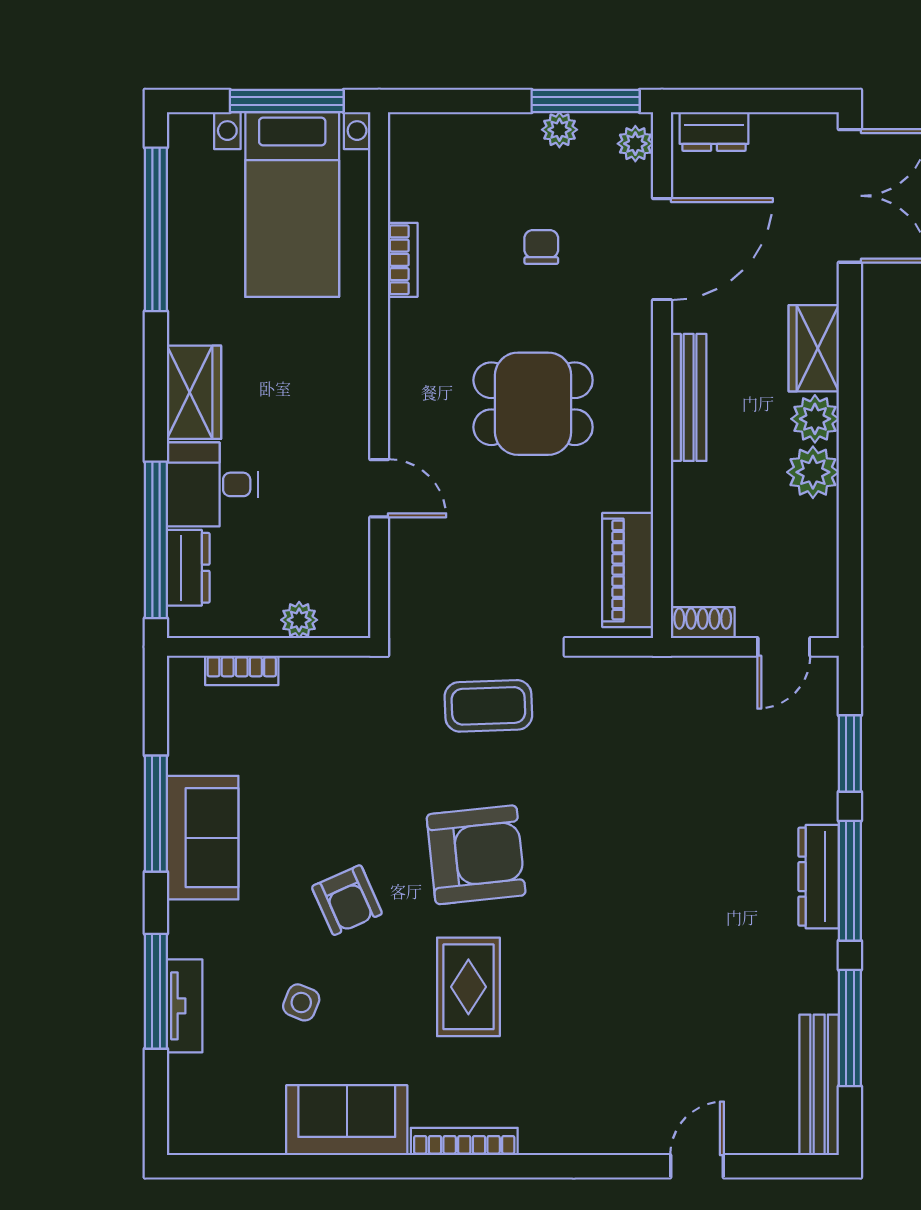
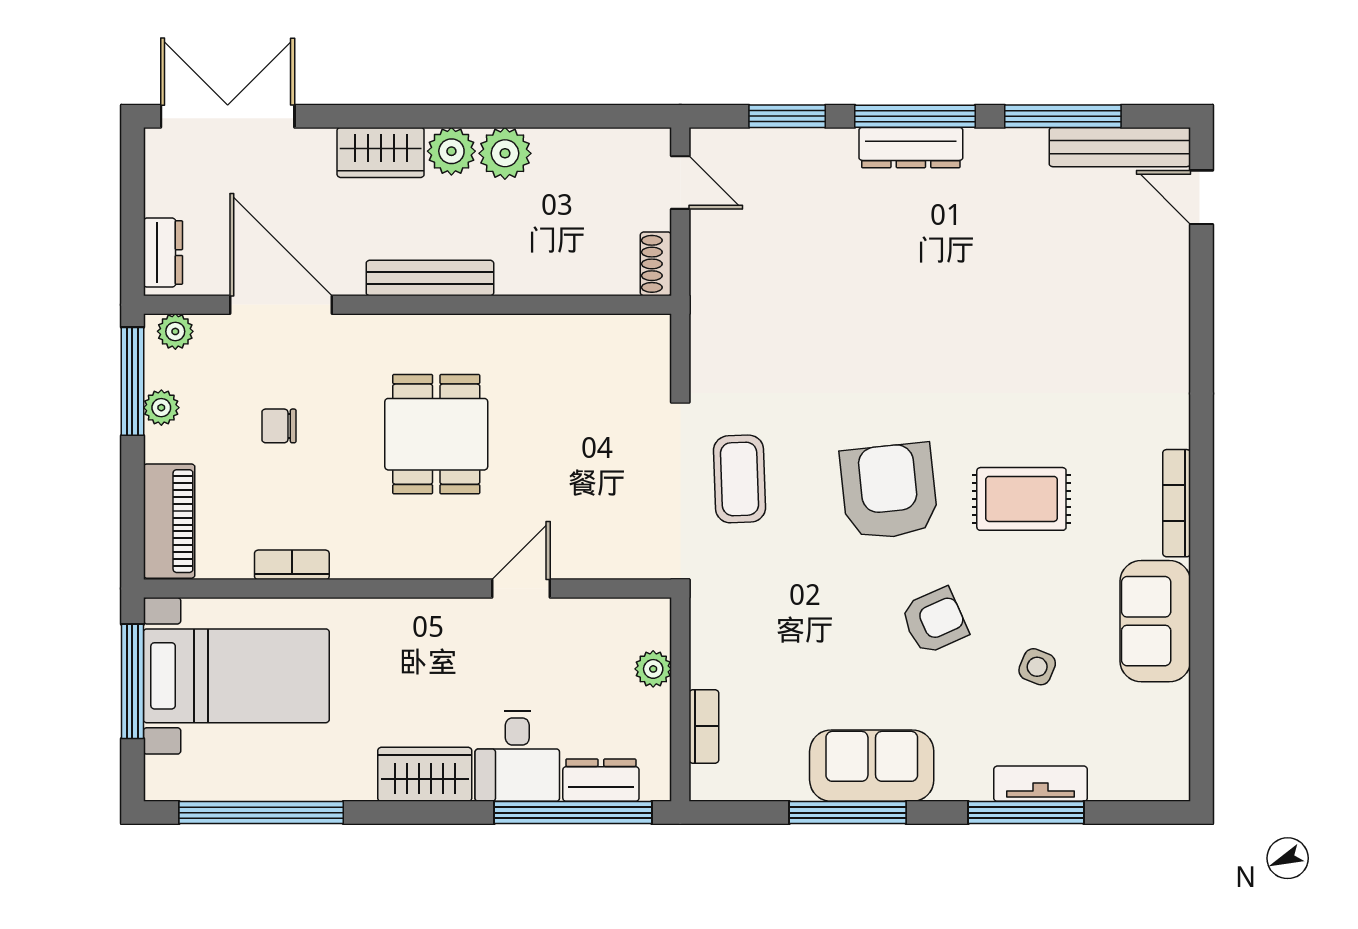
piano: (628, 570) -> (169, 521), moved, turned -90
door: (697, 1166) -> (1201, 197), moved

